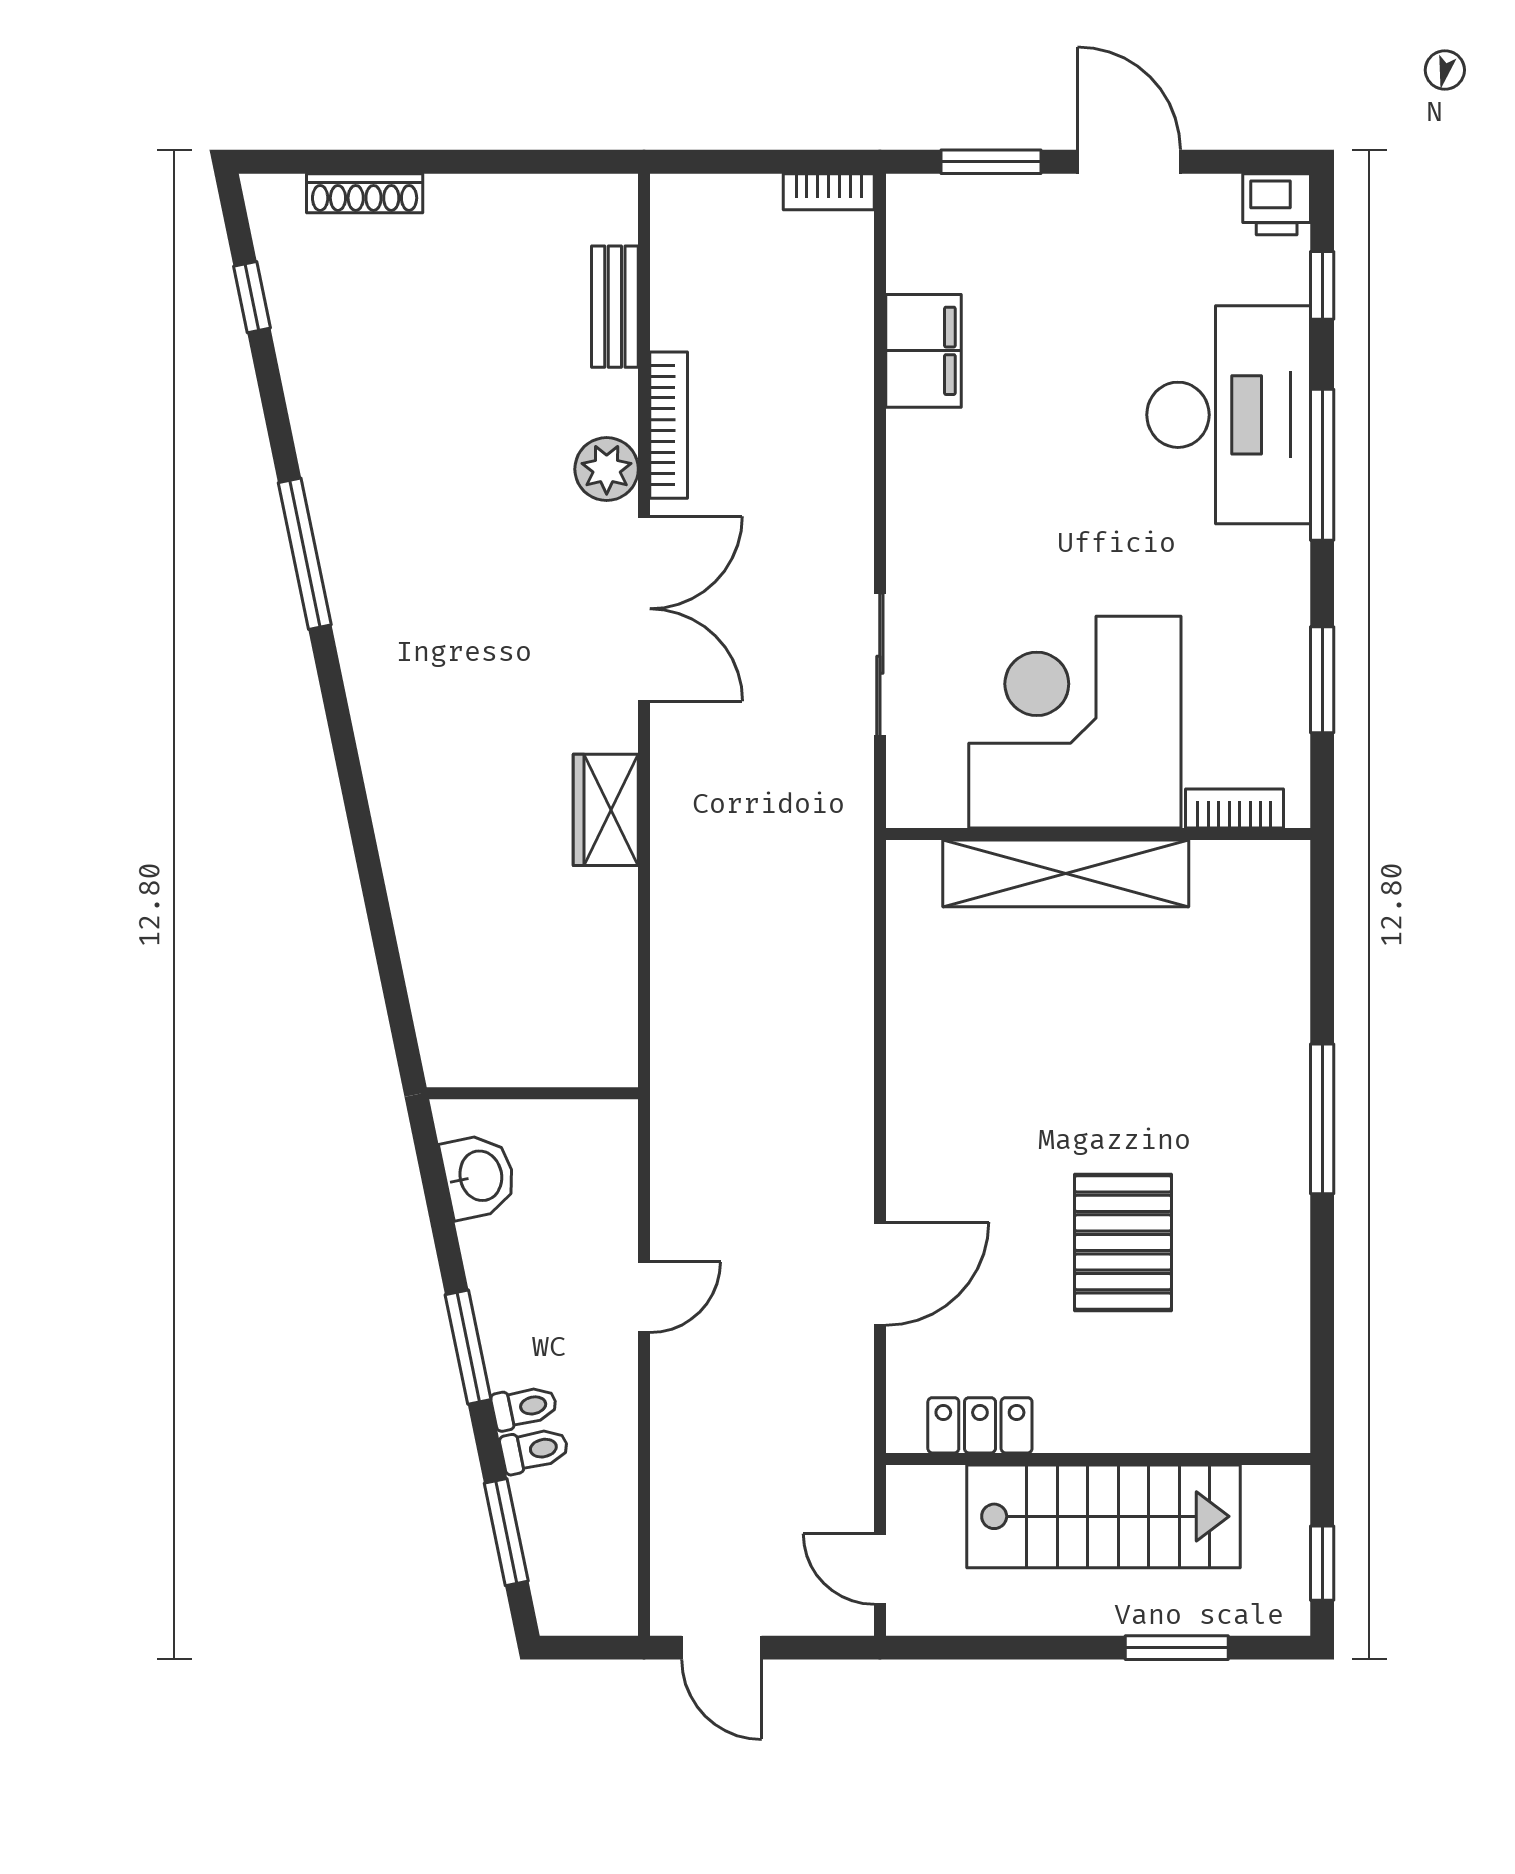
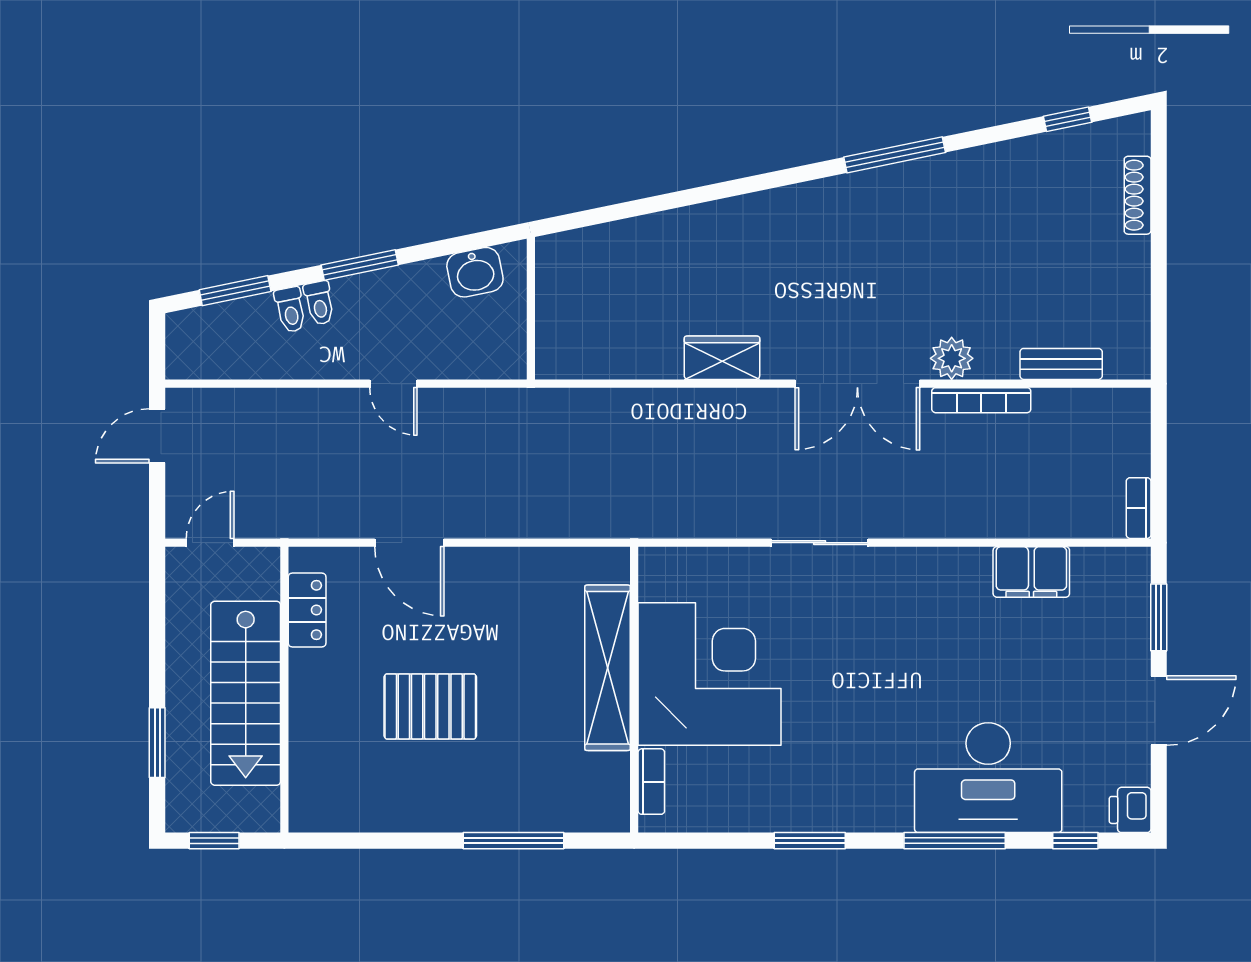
corner desk: (1075, 722) -> (710, 674), moved
bookcase: (1234, 808) -> (651, 782), moved
wall: (1098, 834) -> (634, 690), moved
shelving: (1066, 873) -> (608, 668), moved

